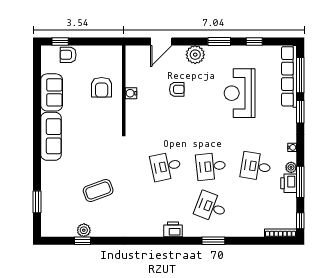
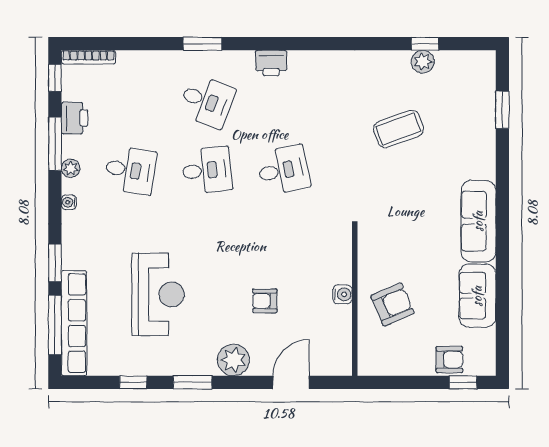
armchair: (102, 87) -> (393, 304), turned 67
printer: (289, 183) -> (75, 118), moved

